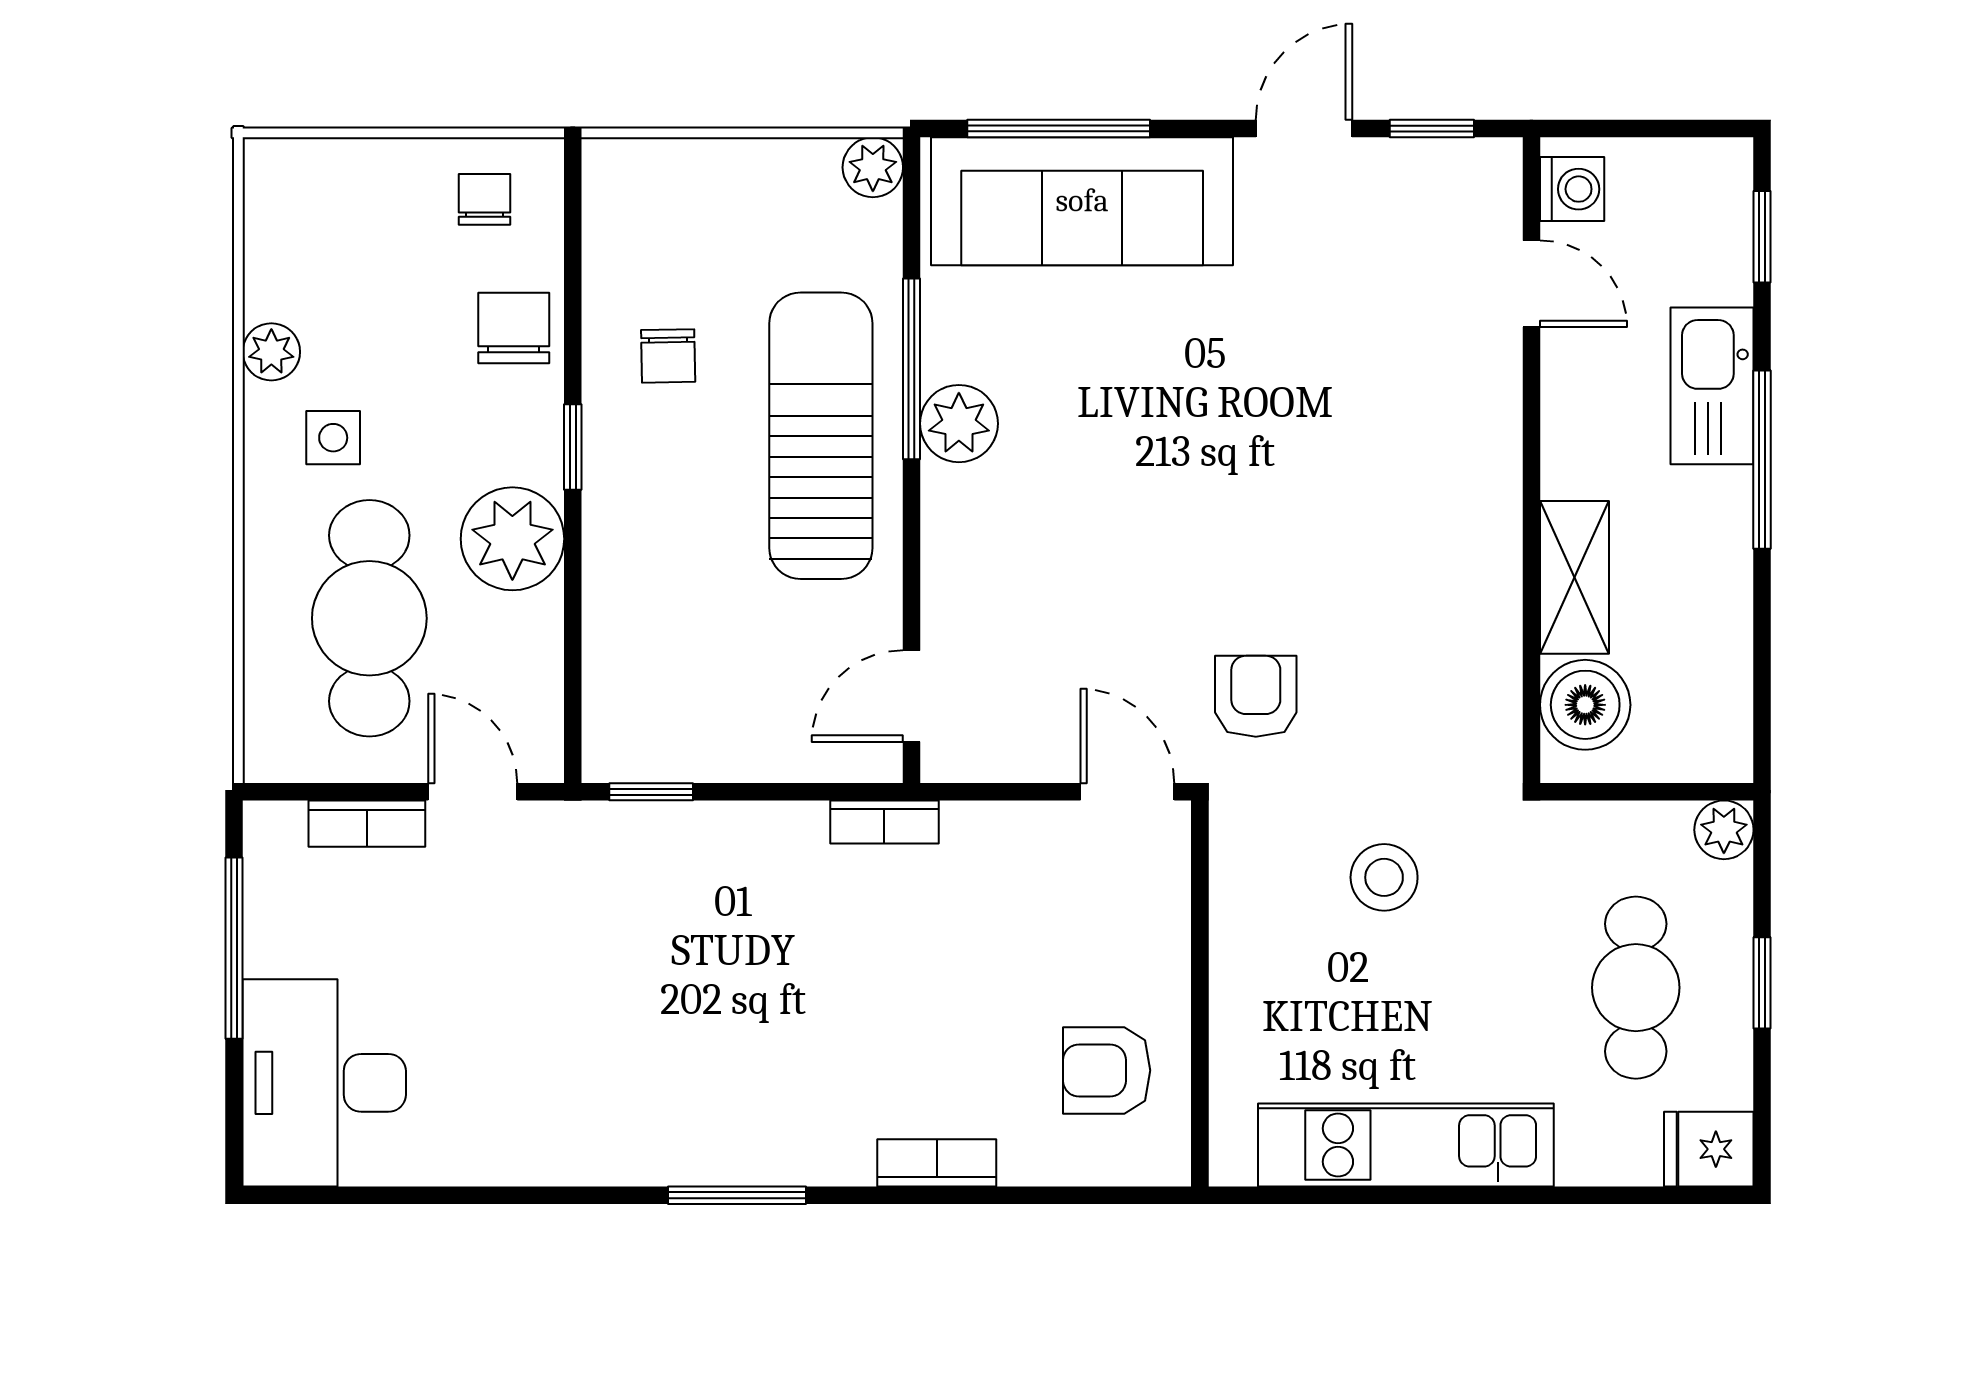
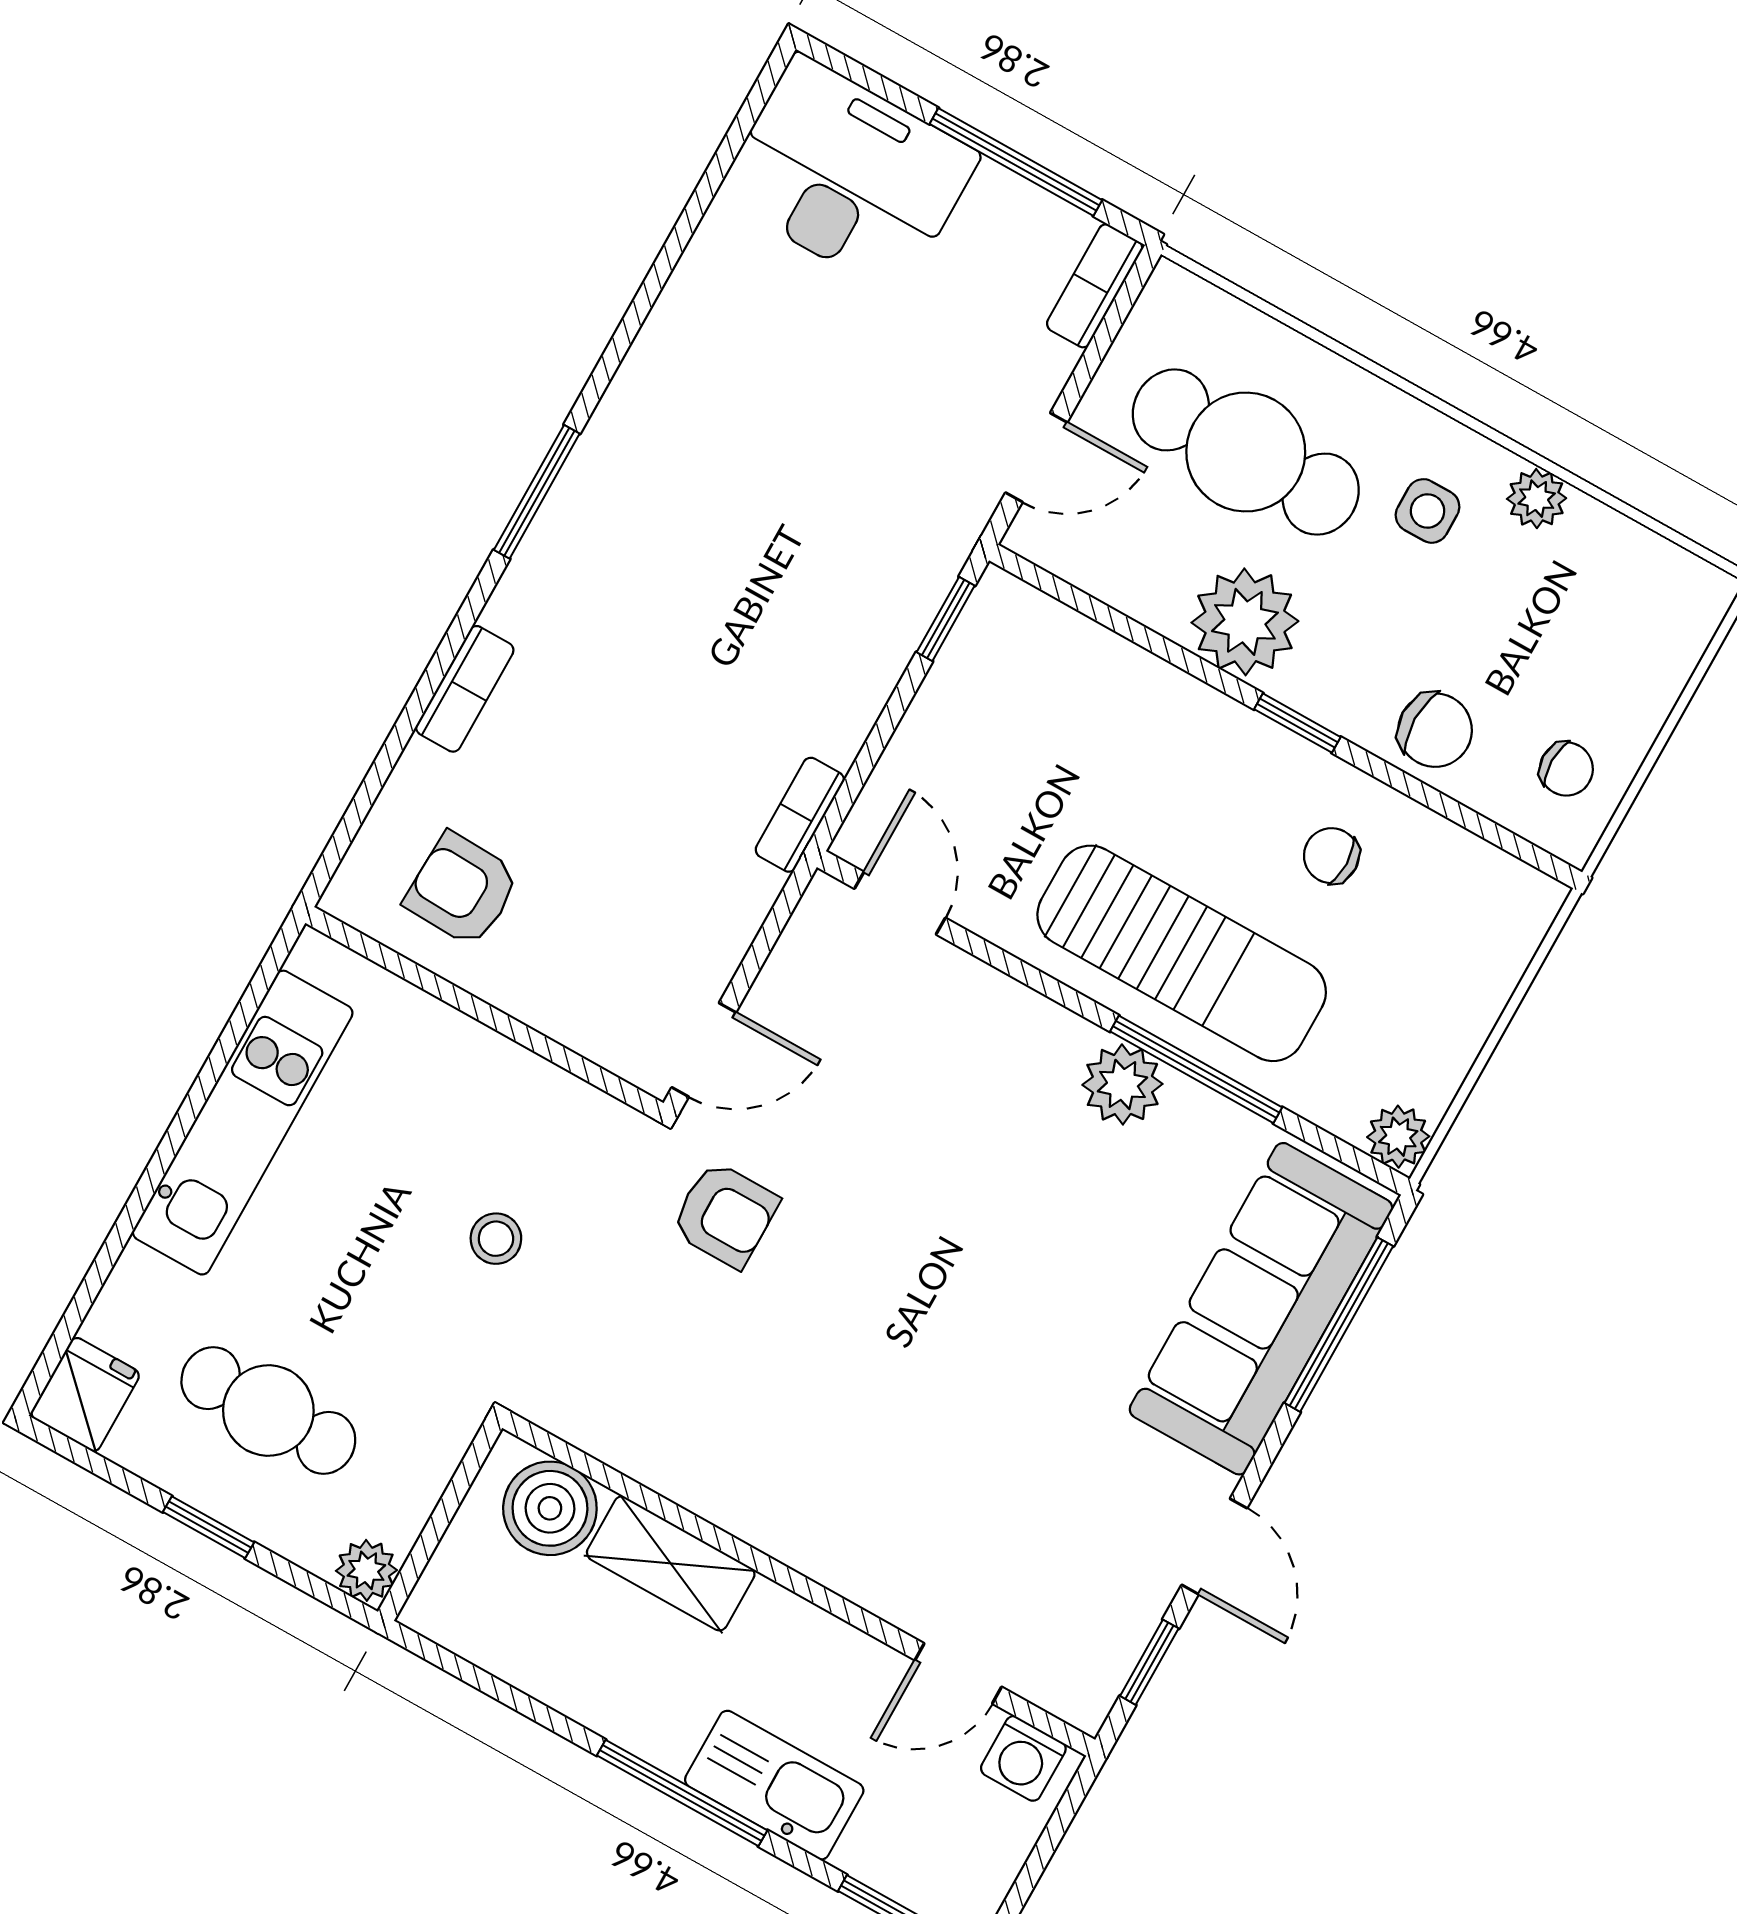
bookcase: (367, 824) -> (1095, 286), moved
stool: (1384, 877) -> (496, 1239), width x0.73, depth x0.73
armchair: (1107, 1070) -> (462, 890), turned -88

